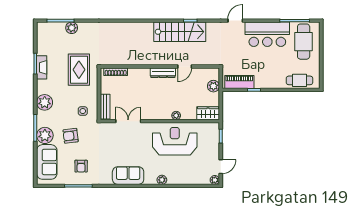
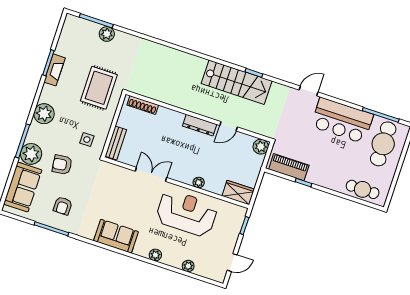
plant: (213, 86) -> (261, 147), moved
double door: (128, 121) -> (151, 174), moved
plant: (215, 180) -> (188, 266), moved

